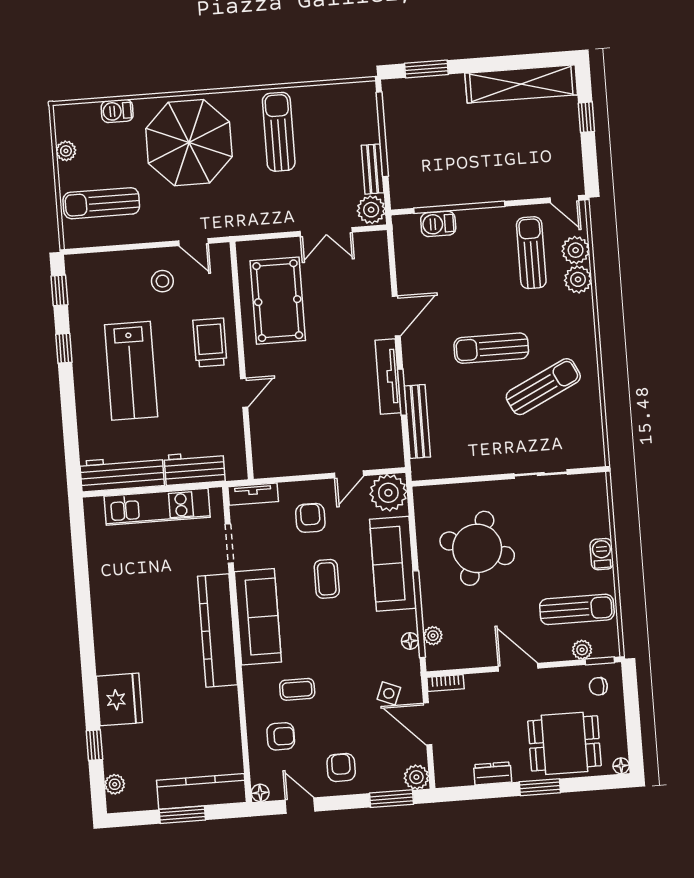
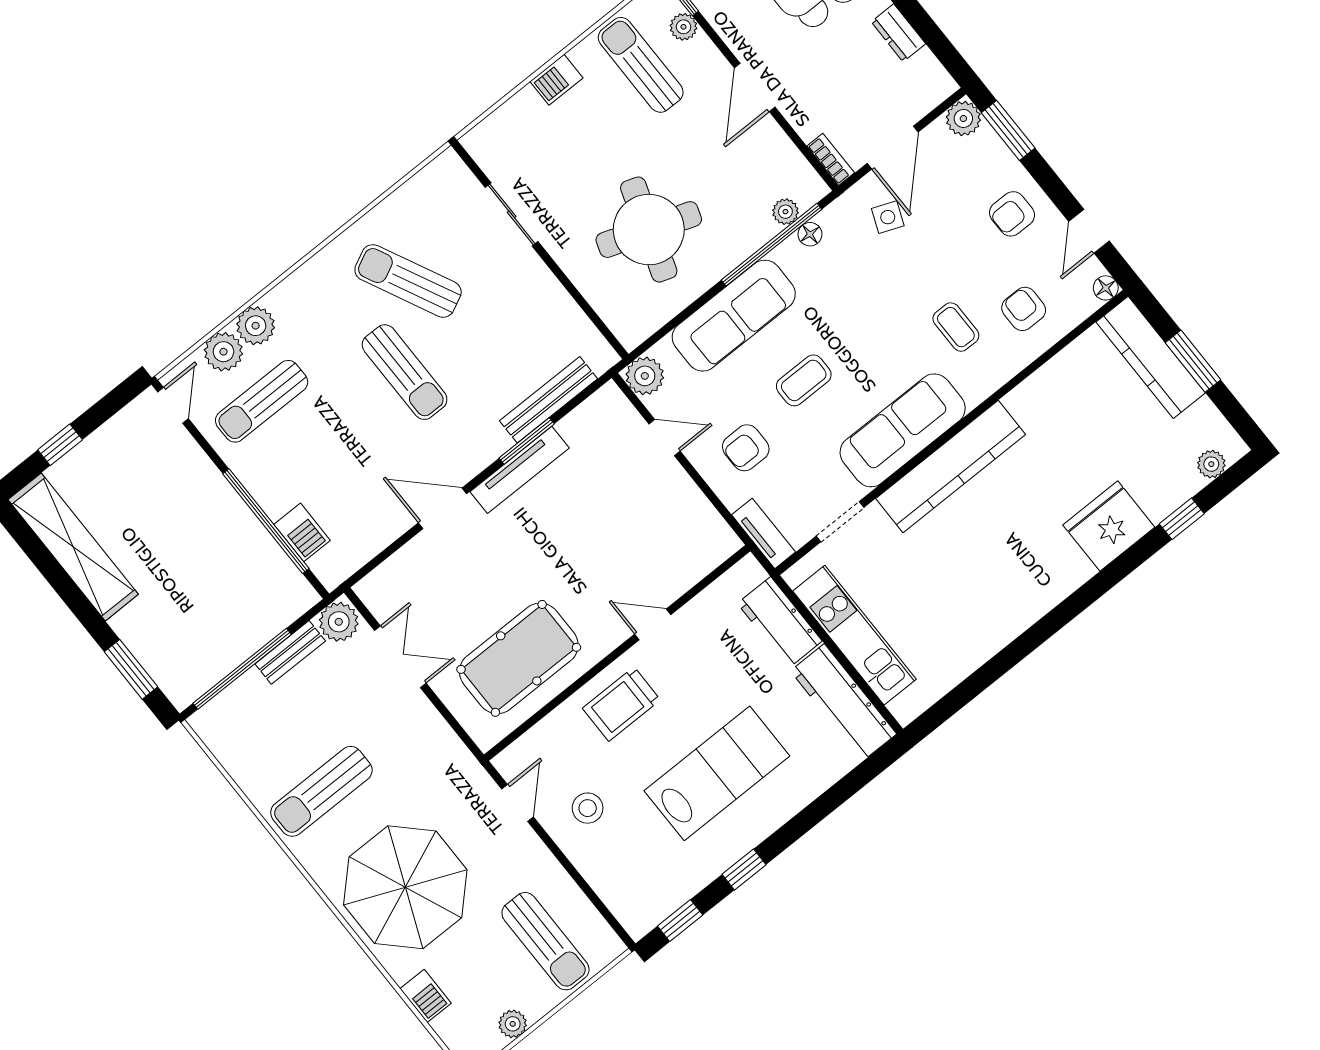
plant: (388, 493) -> (645, 376), width x0.73, depth x0.73

